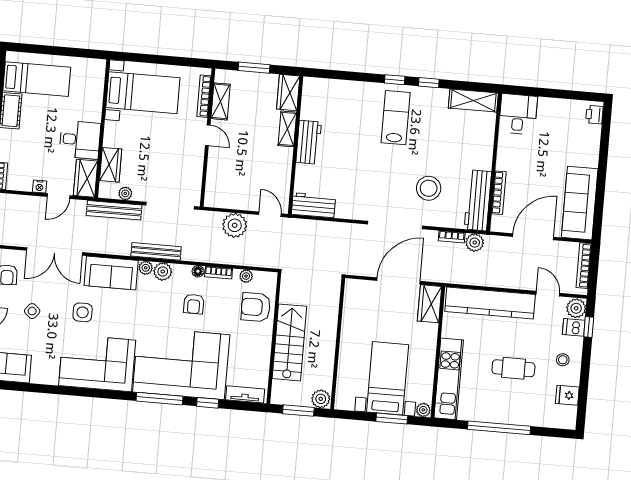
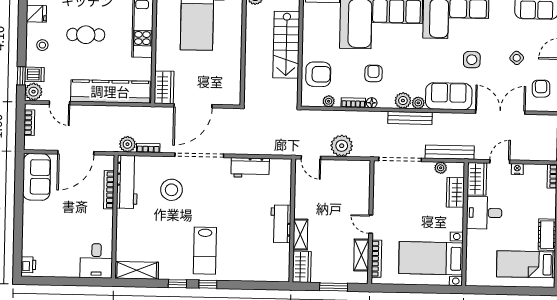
sofa: (580, 203) -> (37, 177), width x0.73
workbench: (313, 205) -> (250, 168), moved
bookcase: (584, 266) -> (29, 123), width x0.64

